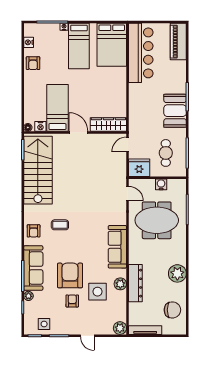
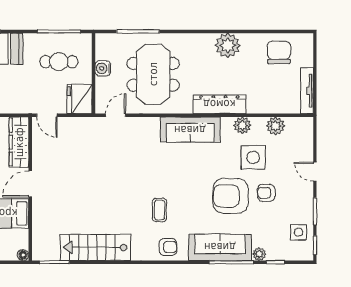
nightstand: (40, 126) -> (22, 237), removed
stairs: (38, 170) -> (96, 247), width x0.73, depth x0.66
dresser: (135, 283) -> (219, 104), moved
plant: (120, 328) -> (276, 126), moved
door: (87, 336) -> (315, 172), swing flipped

